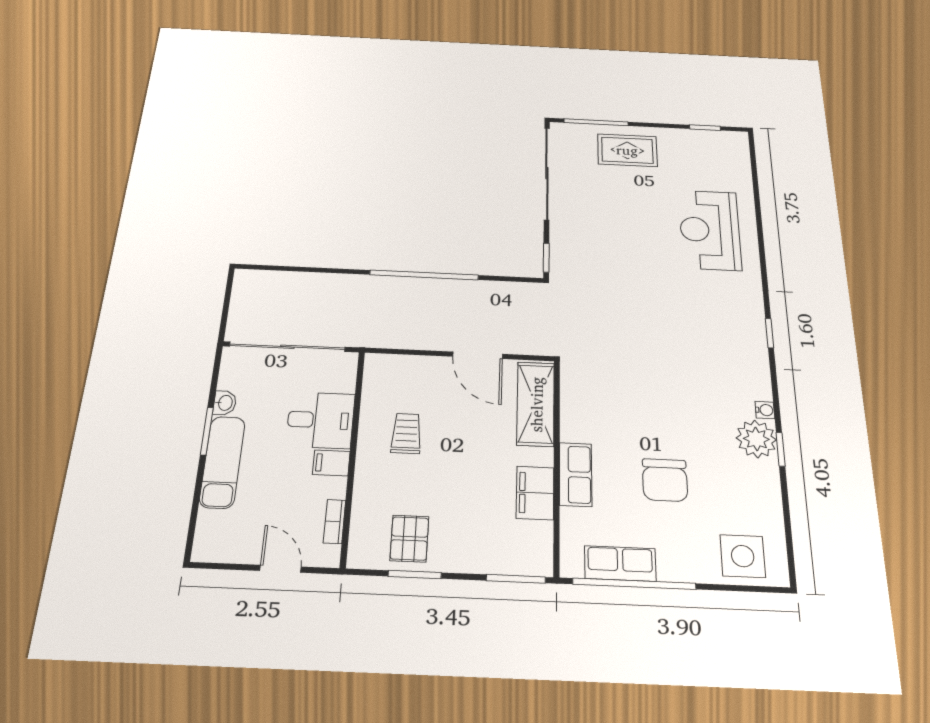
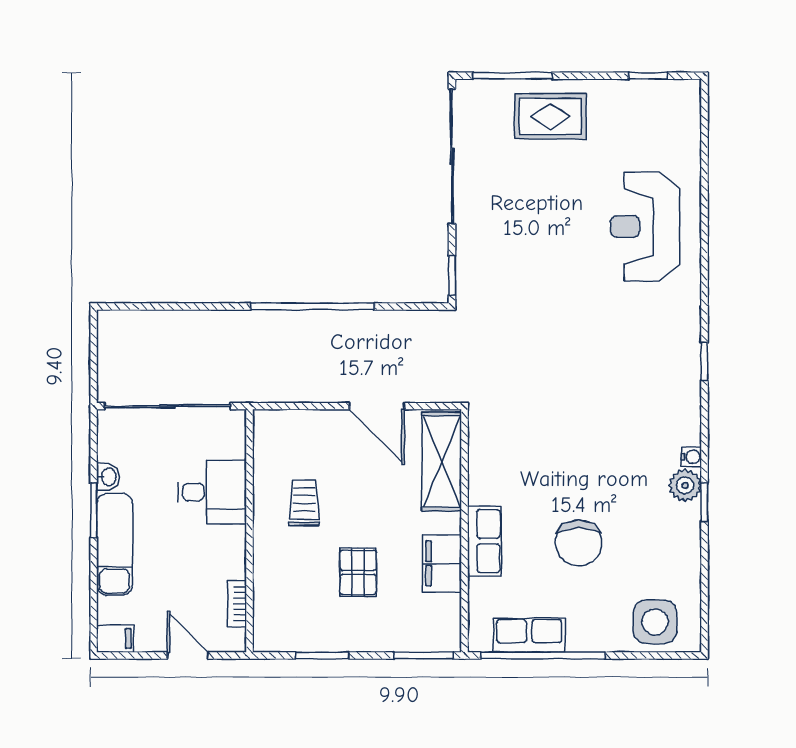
plant: (756, 439) -> (685, 485), width x0.73, depth x0.73
filing cabinet: (331, 463) -> (115, 638), moved, turned 180
pallet: (409, 539) -> (358, 572), moved

